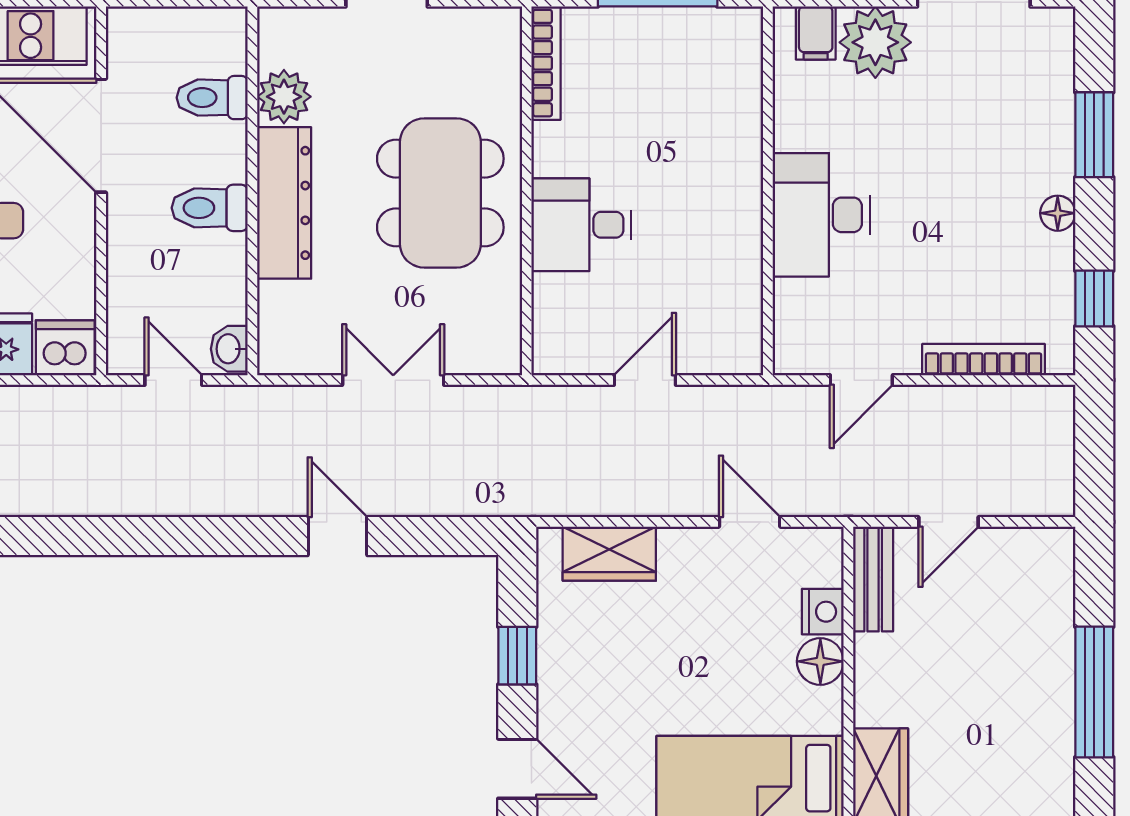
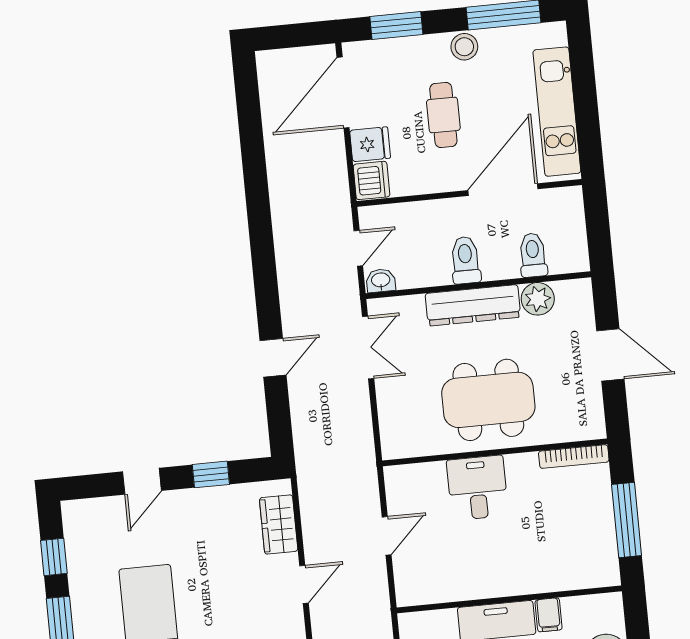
filing cabinet: (816, 33) -> (549, 615), moved, turned -90
double door: (393, 380) -> (368, 347), moved
door: (645, 380) -> (387, 536), hinge flipped
door: (750, 522) -> (304, 584), moved

